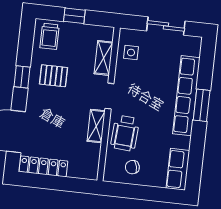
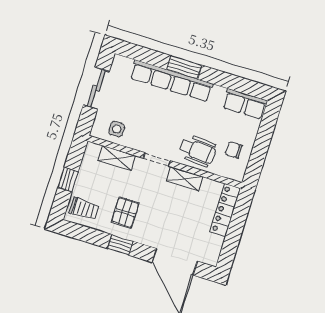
locker: (43, 166) -> (225, 210), moved
chair: (132, 167) -> (234, 150), turned 104

